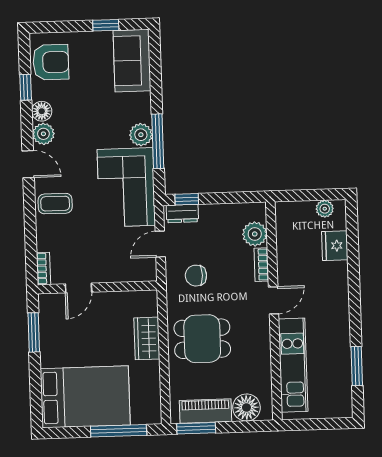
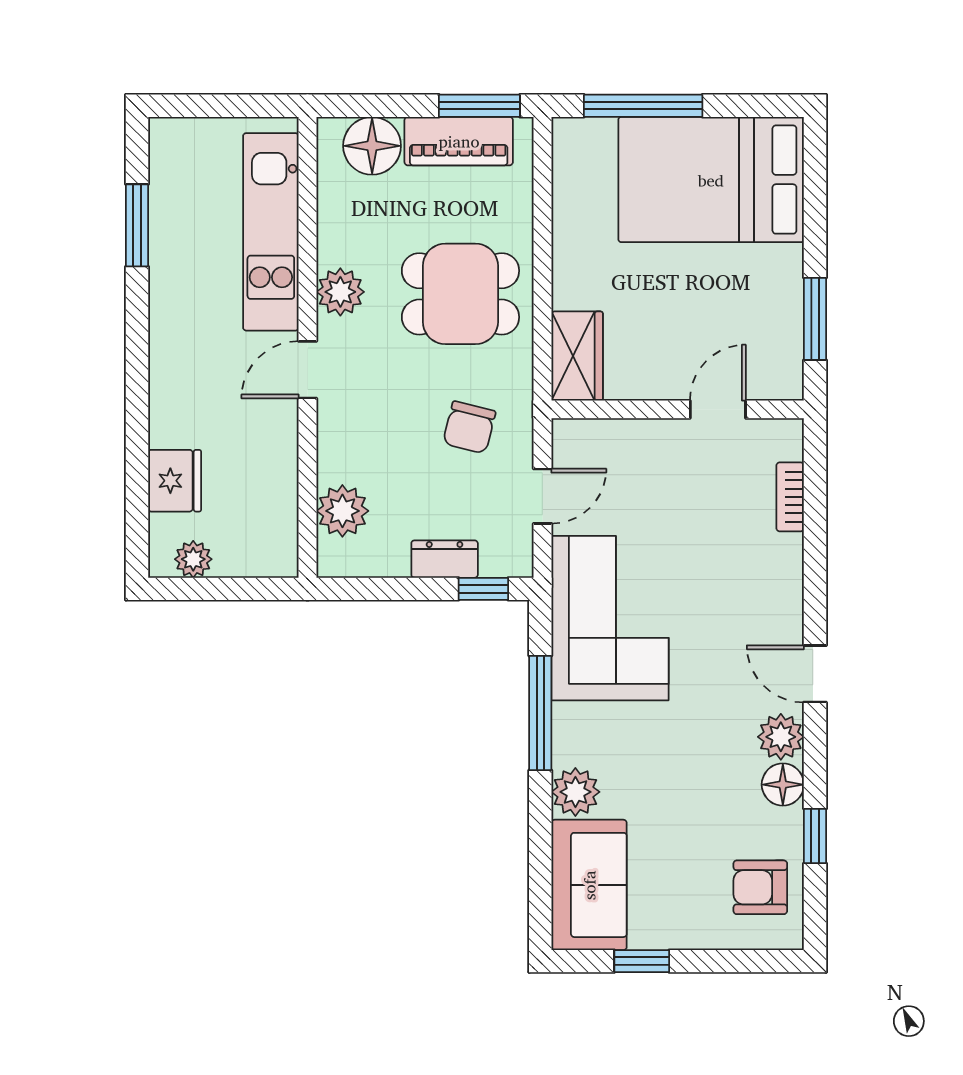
armchair: (51, 62) -> (760, 887), width x0.72, depth x0.72
plant: (141, 135) -> (575, 792), moved
coffee table: (55, 204) -> (761, 589), removed
dresser: (182, 214) -> (445, 559), moved
bookcase: (261, 265) -> (331, 446), removed
bookcase: (43, 269) -> (790, 497), moved
chair: (196, 276) -> (469, 427), turned 104
wardrobe: (147, 338) -> (577, 356), moved
plant: (259, 338) -> (340, 292), added

